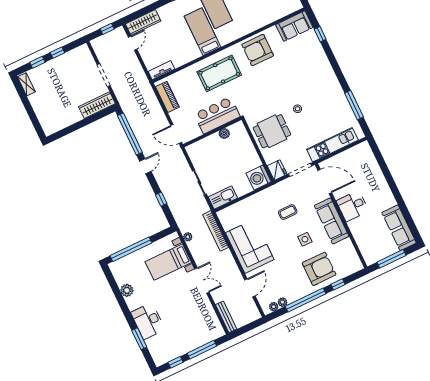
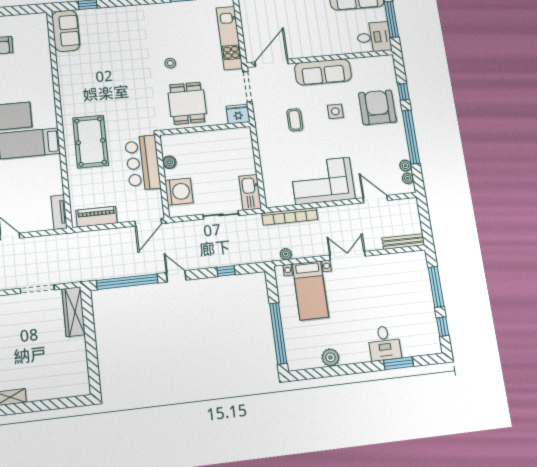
armchair: (258, 50) -> (79, 85), removed
washing machine: (259, 178) -> (179, 192), moved, turned -90
desk: (352, 206) -> (374, 37), moved, turned -90
desk: (148, 321) -> (384, 343), width x0.73

